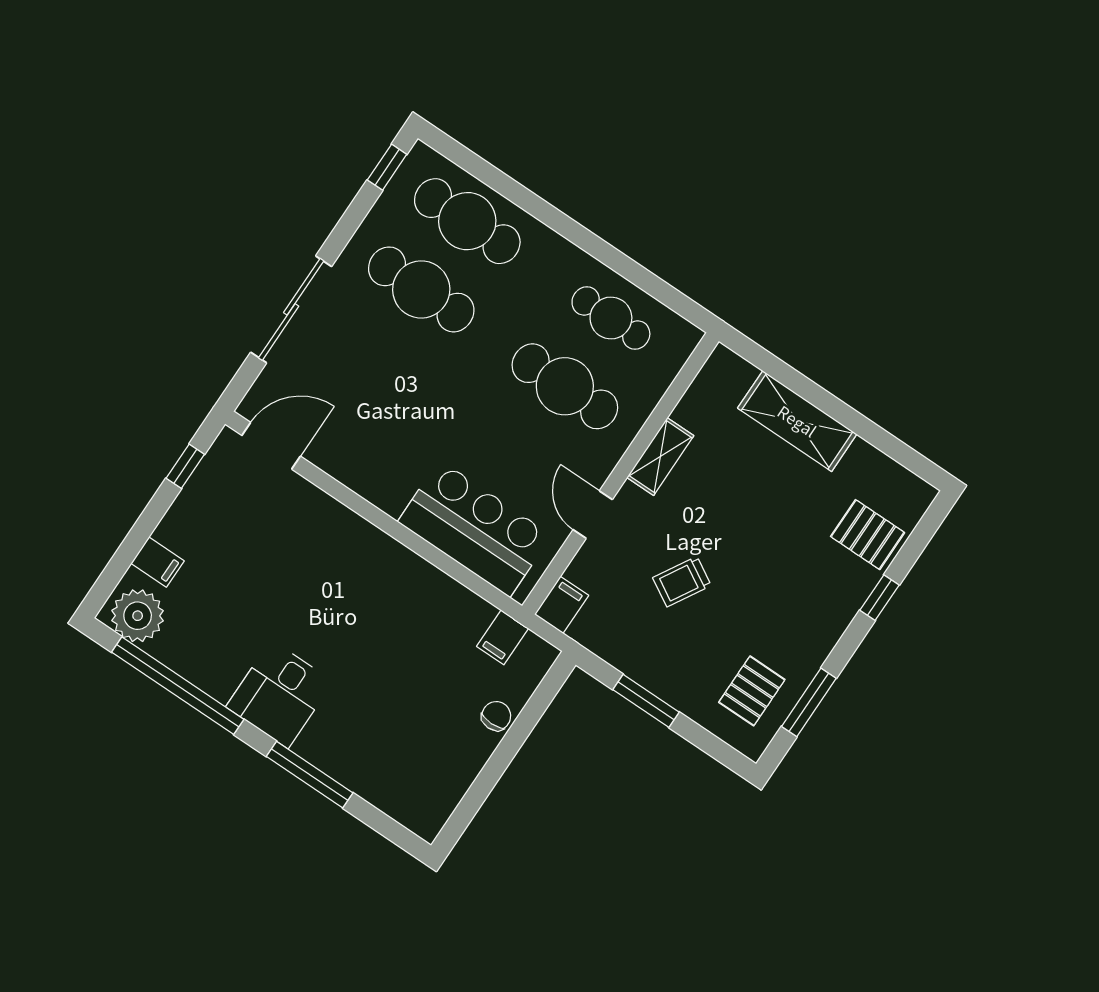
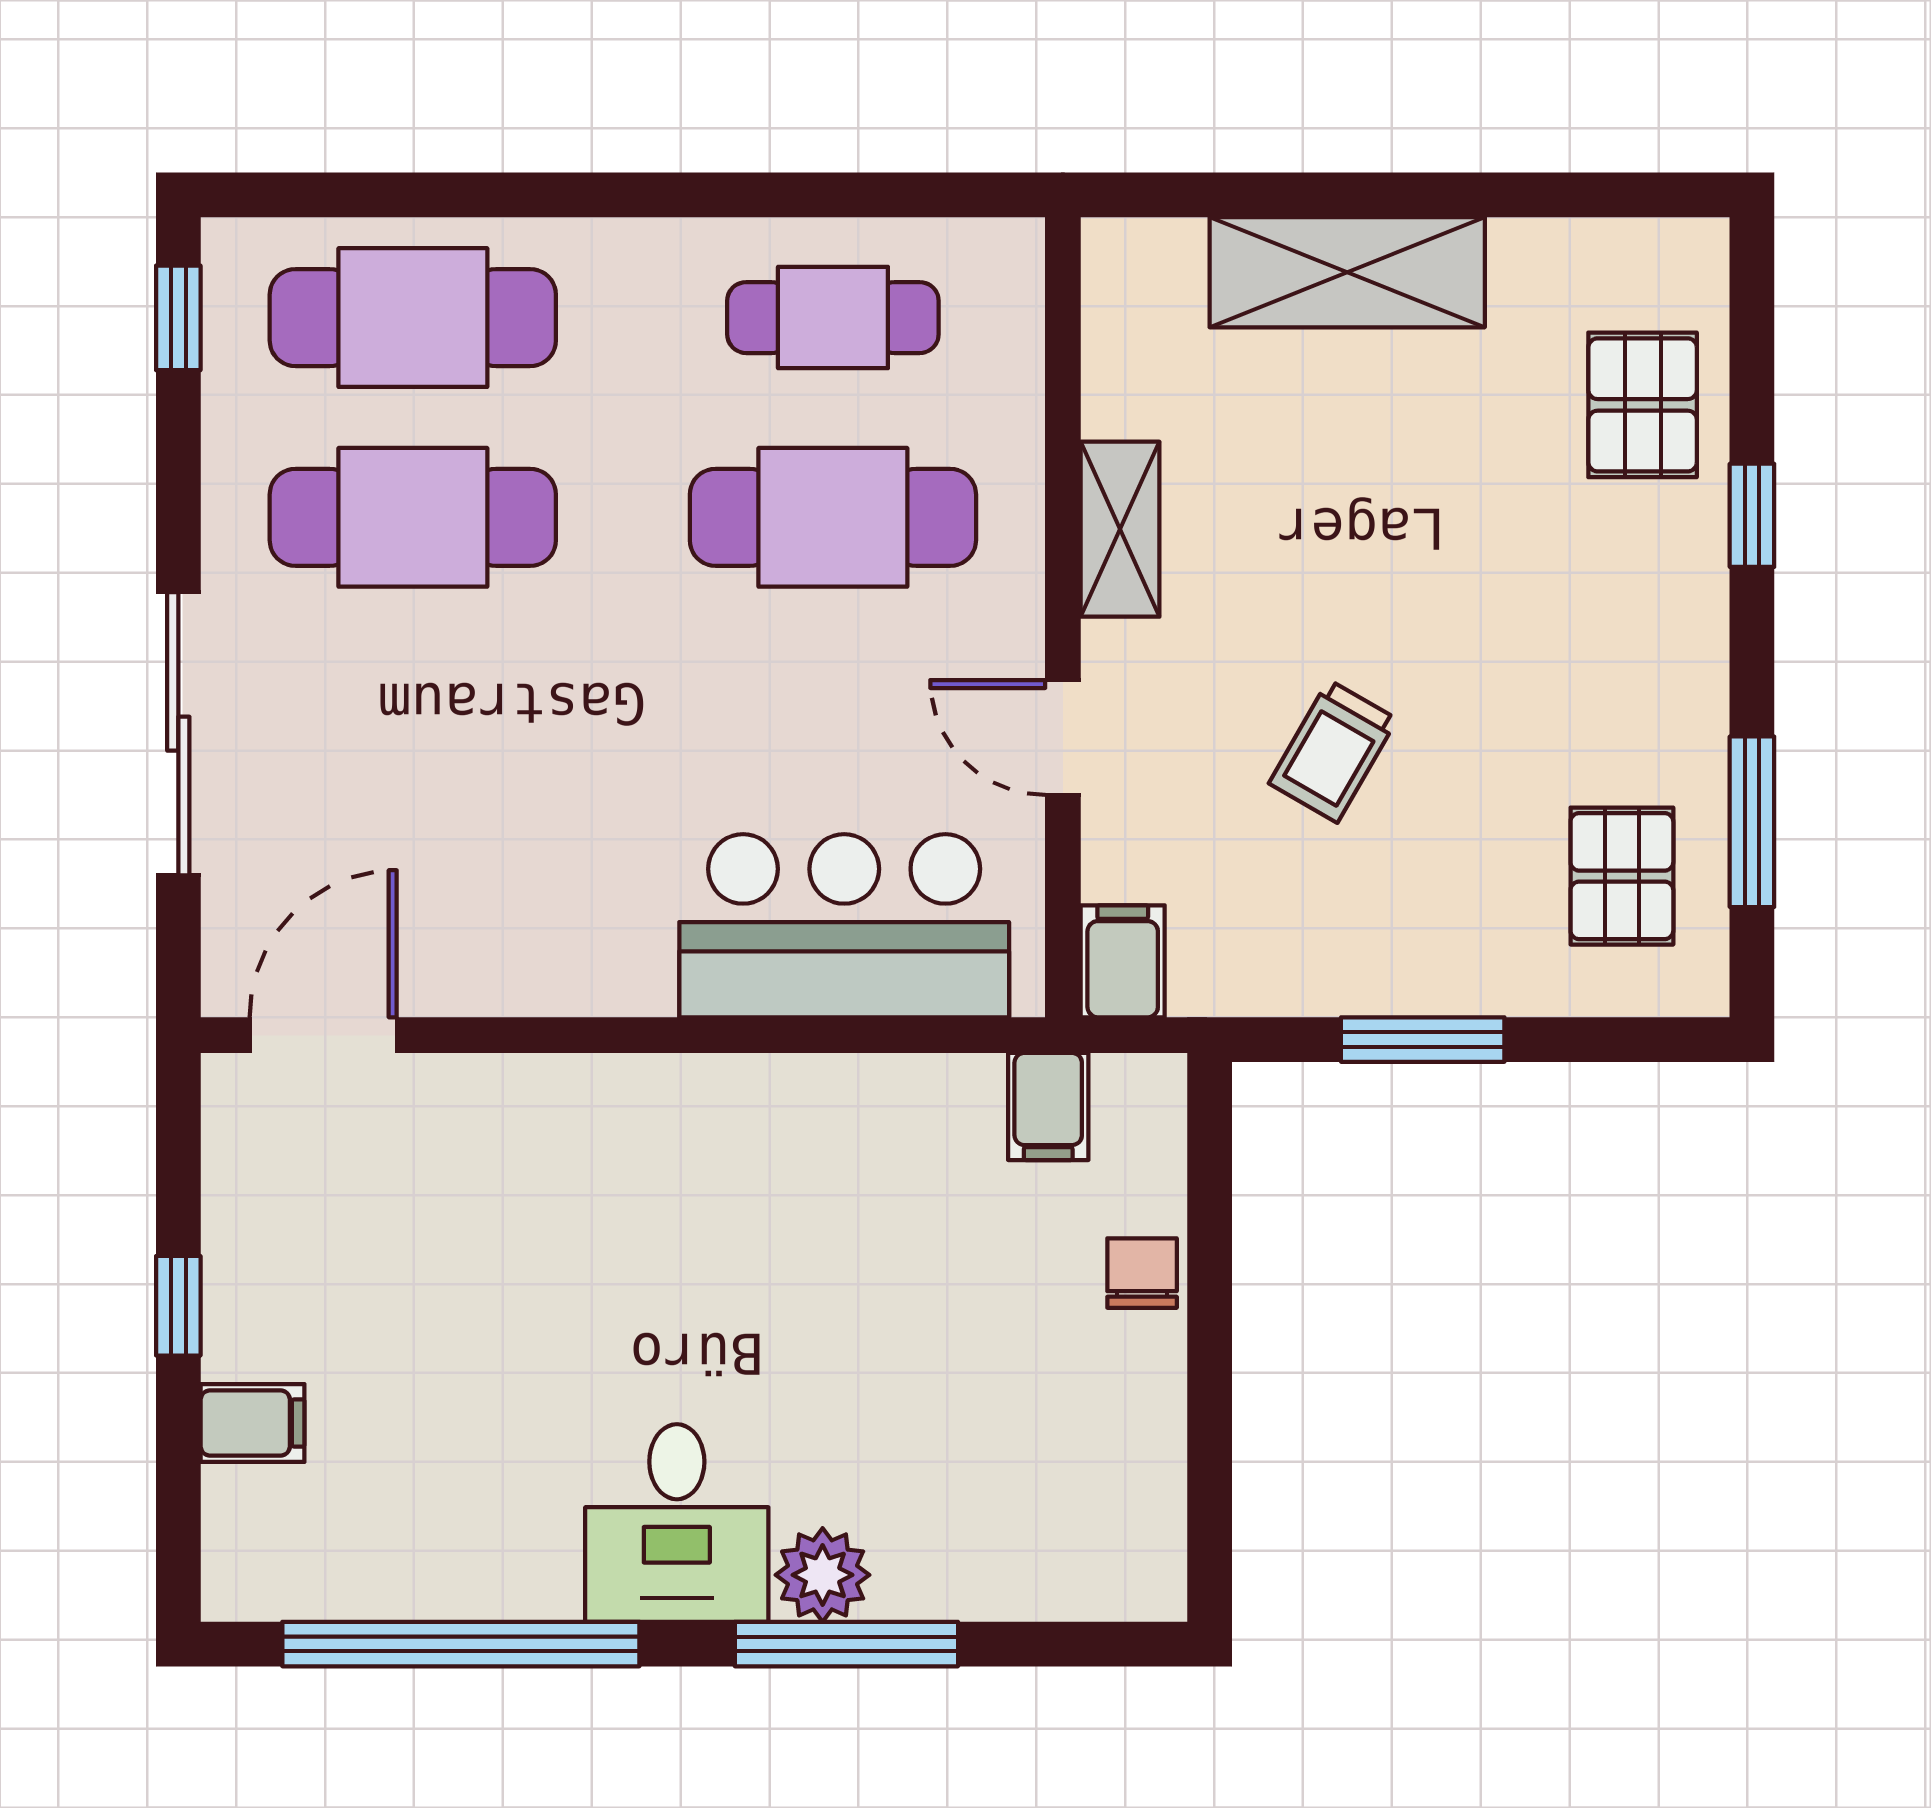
window: (185, 466) -> (178, 1306), moved
pallet: (868, 535) -> (1643, 405), turned 90
plant: (138, 616) -> (823, 1575), moved, width x0.73, depth x0.73

